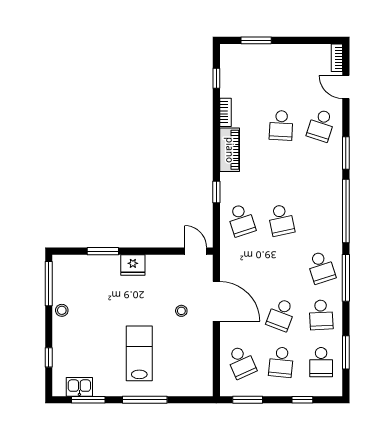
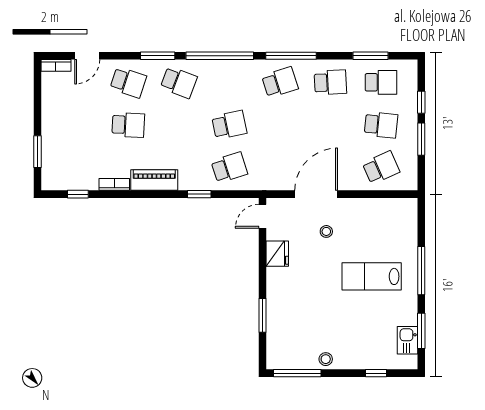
fridge: (133, 265) -> (277, 254), moved
school desk: (281, 315) -> (179, 82), moved
window: (248, 400) -> (421, 139), moved

